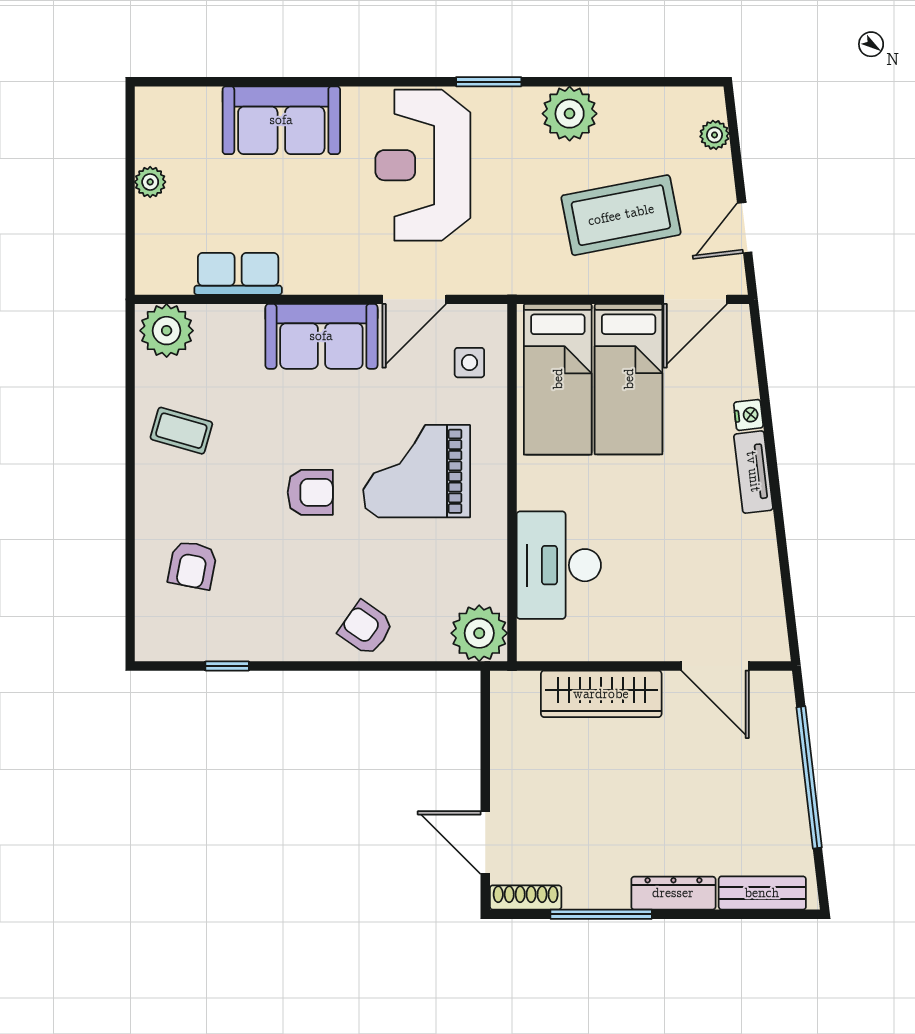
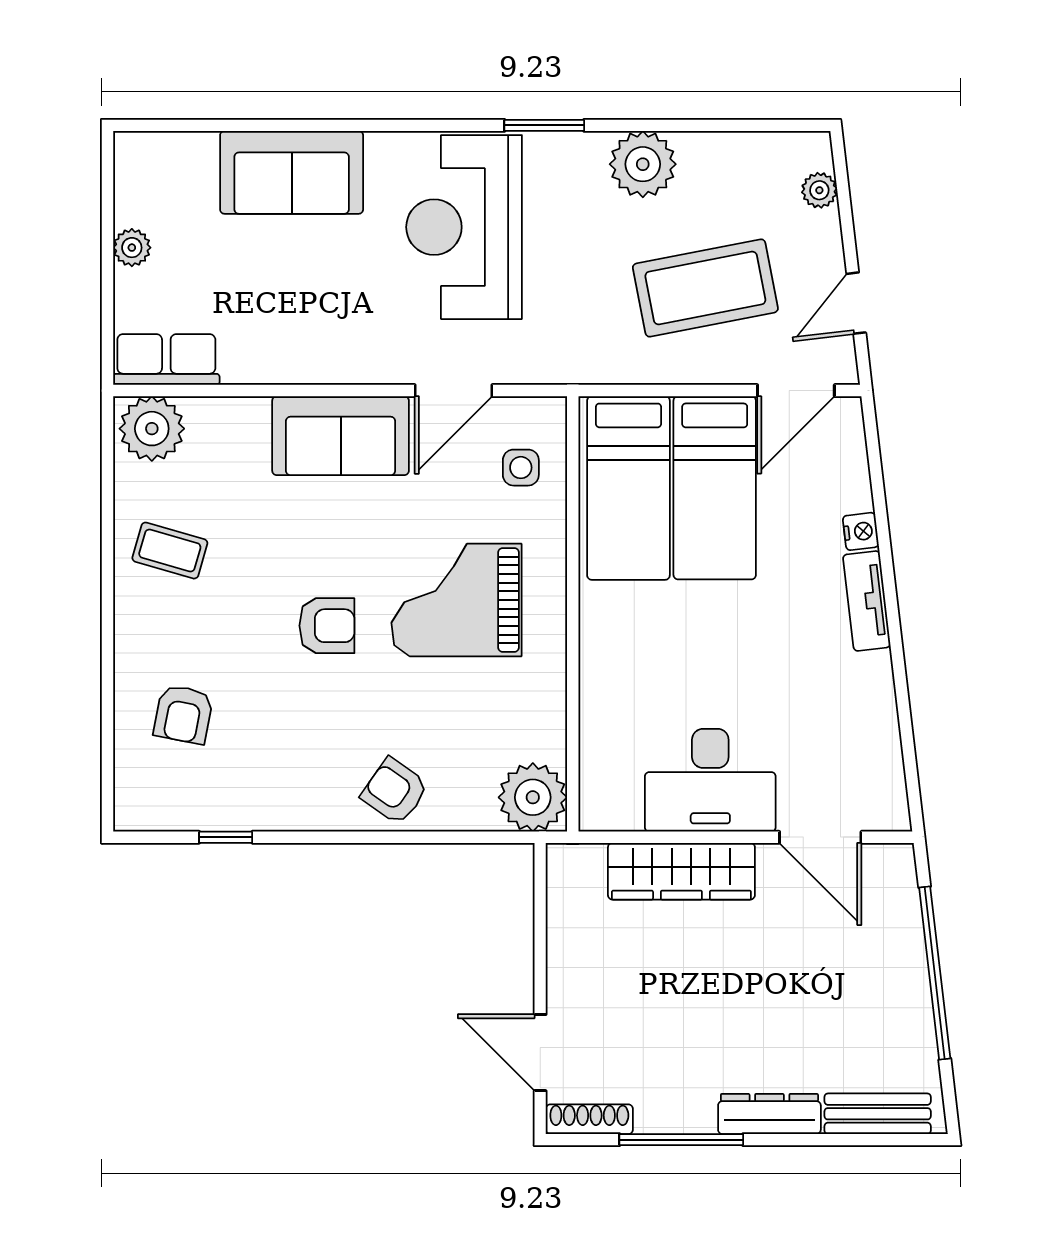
row of seats: (238, 274) -> (166, 360), moved
desk: (559, 565) -> (710, 780), moved, turned -90

